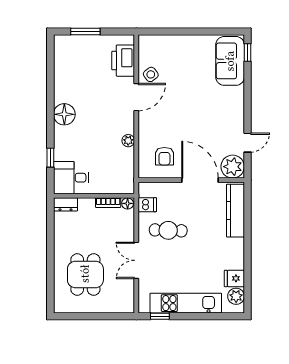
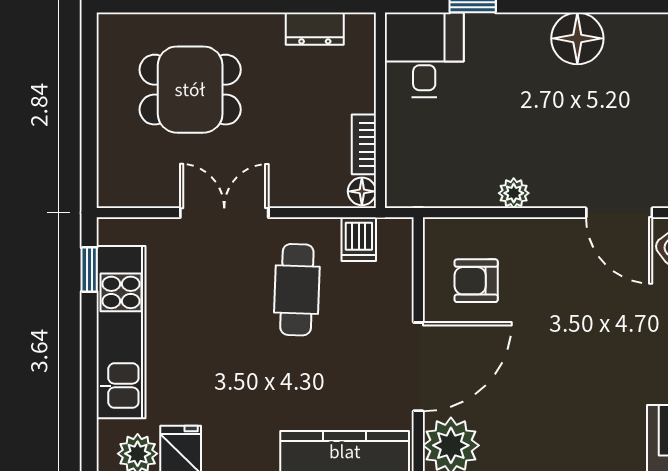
dresser: (65, 204) -> (315, 29), moved, turned -90

